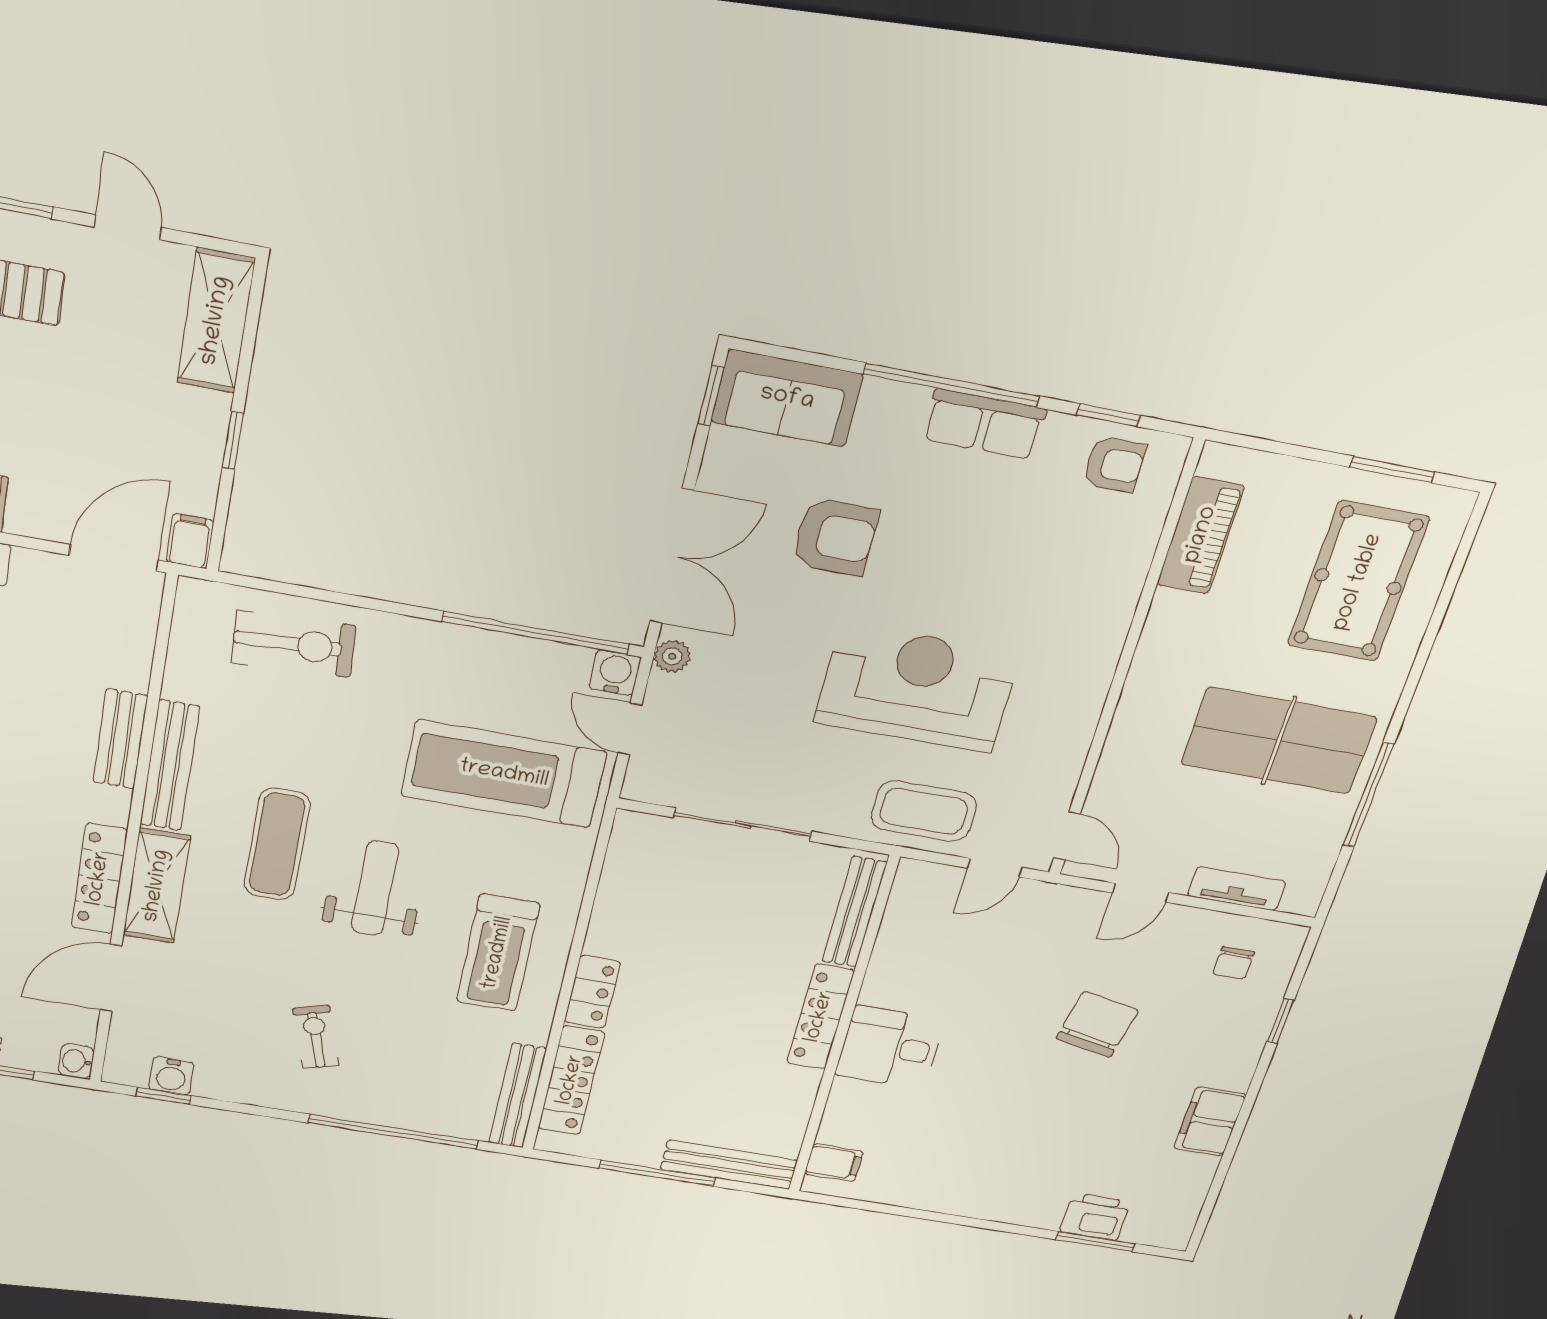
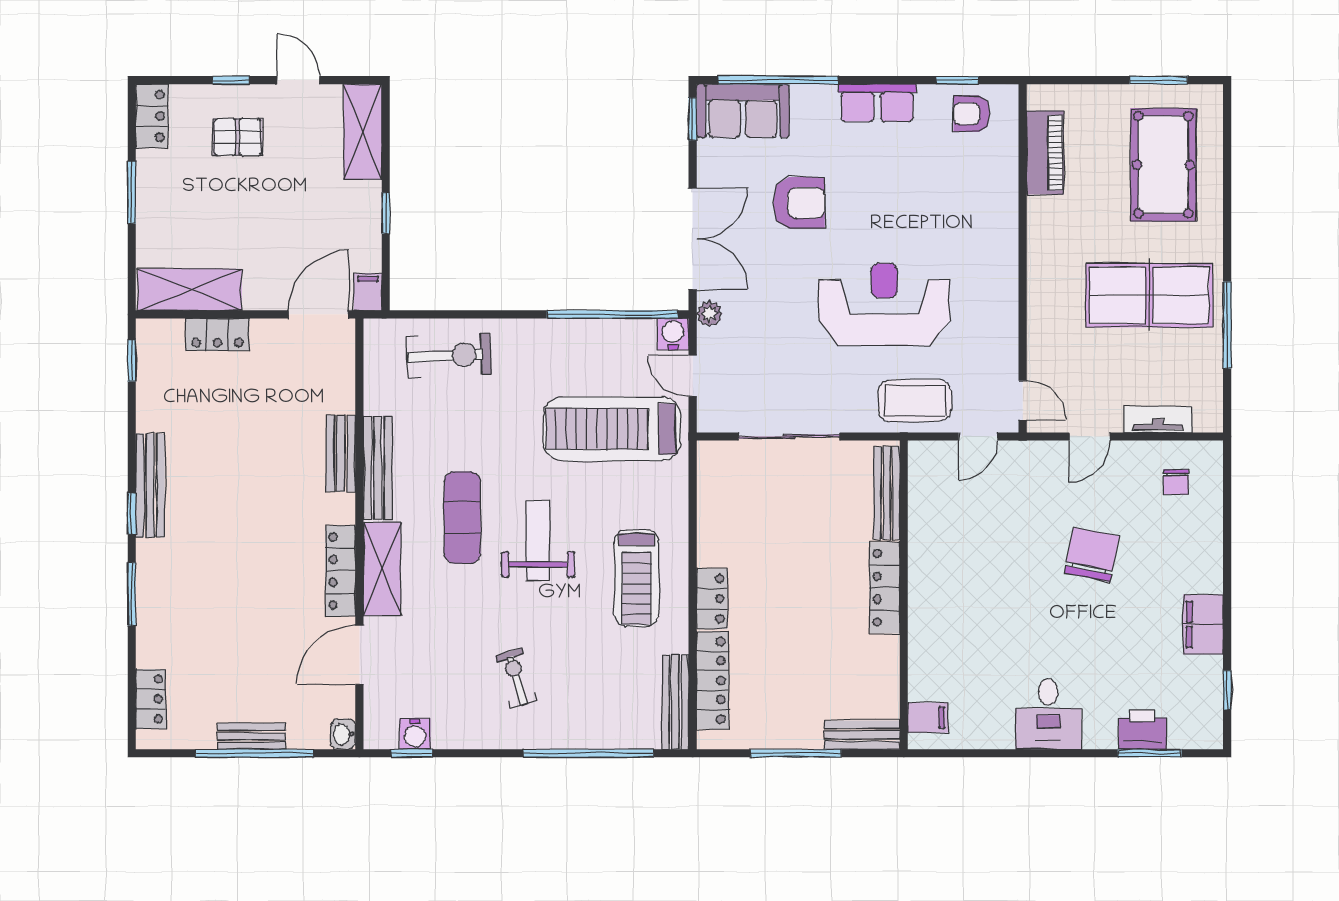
window: (951, 385) -> (778, 80), moved
armchair: (1114, 464) -> (972, 114), turned 180
window: (1280, 1021) -> (1227, 690), moved
desk: (890, 1047) -> (1048, 714), moved, turned -90
bench: (729, 1165) -> (862, 735), width x0.73

